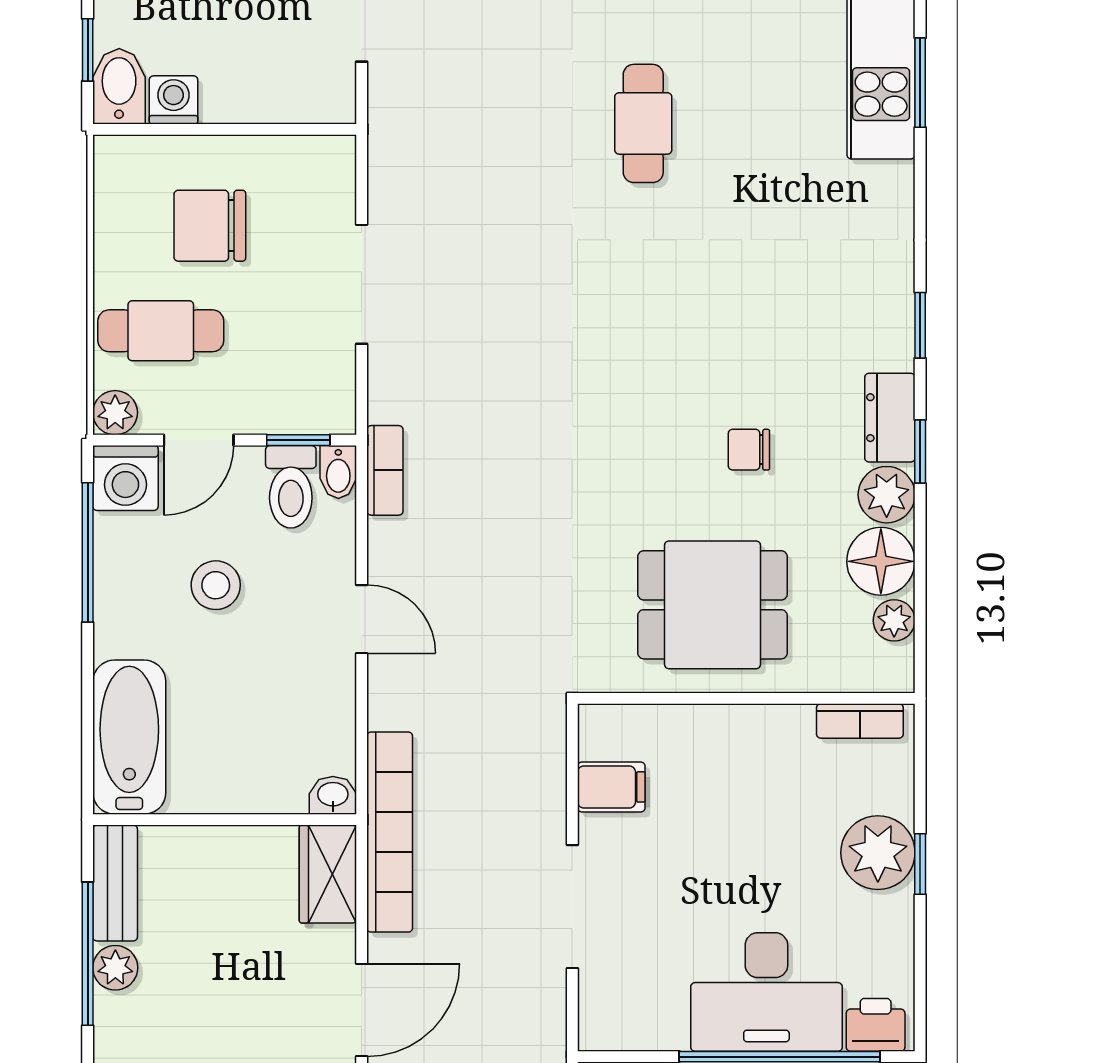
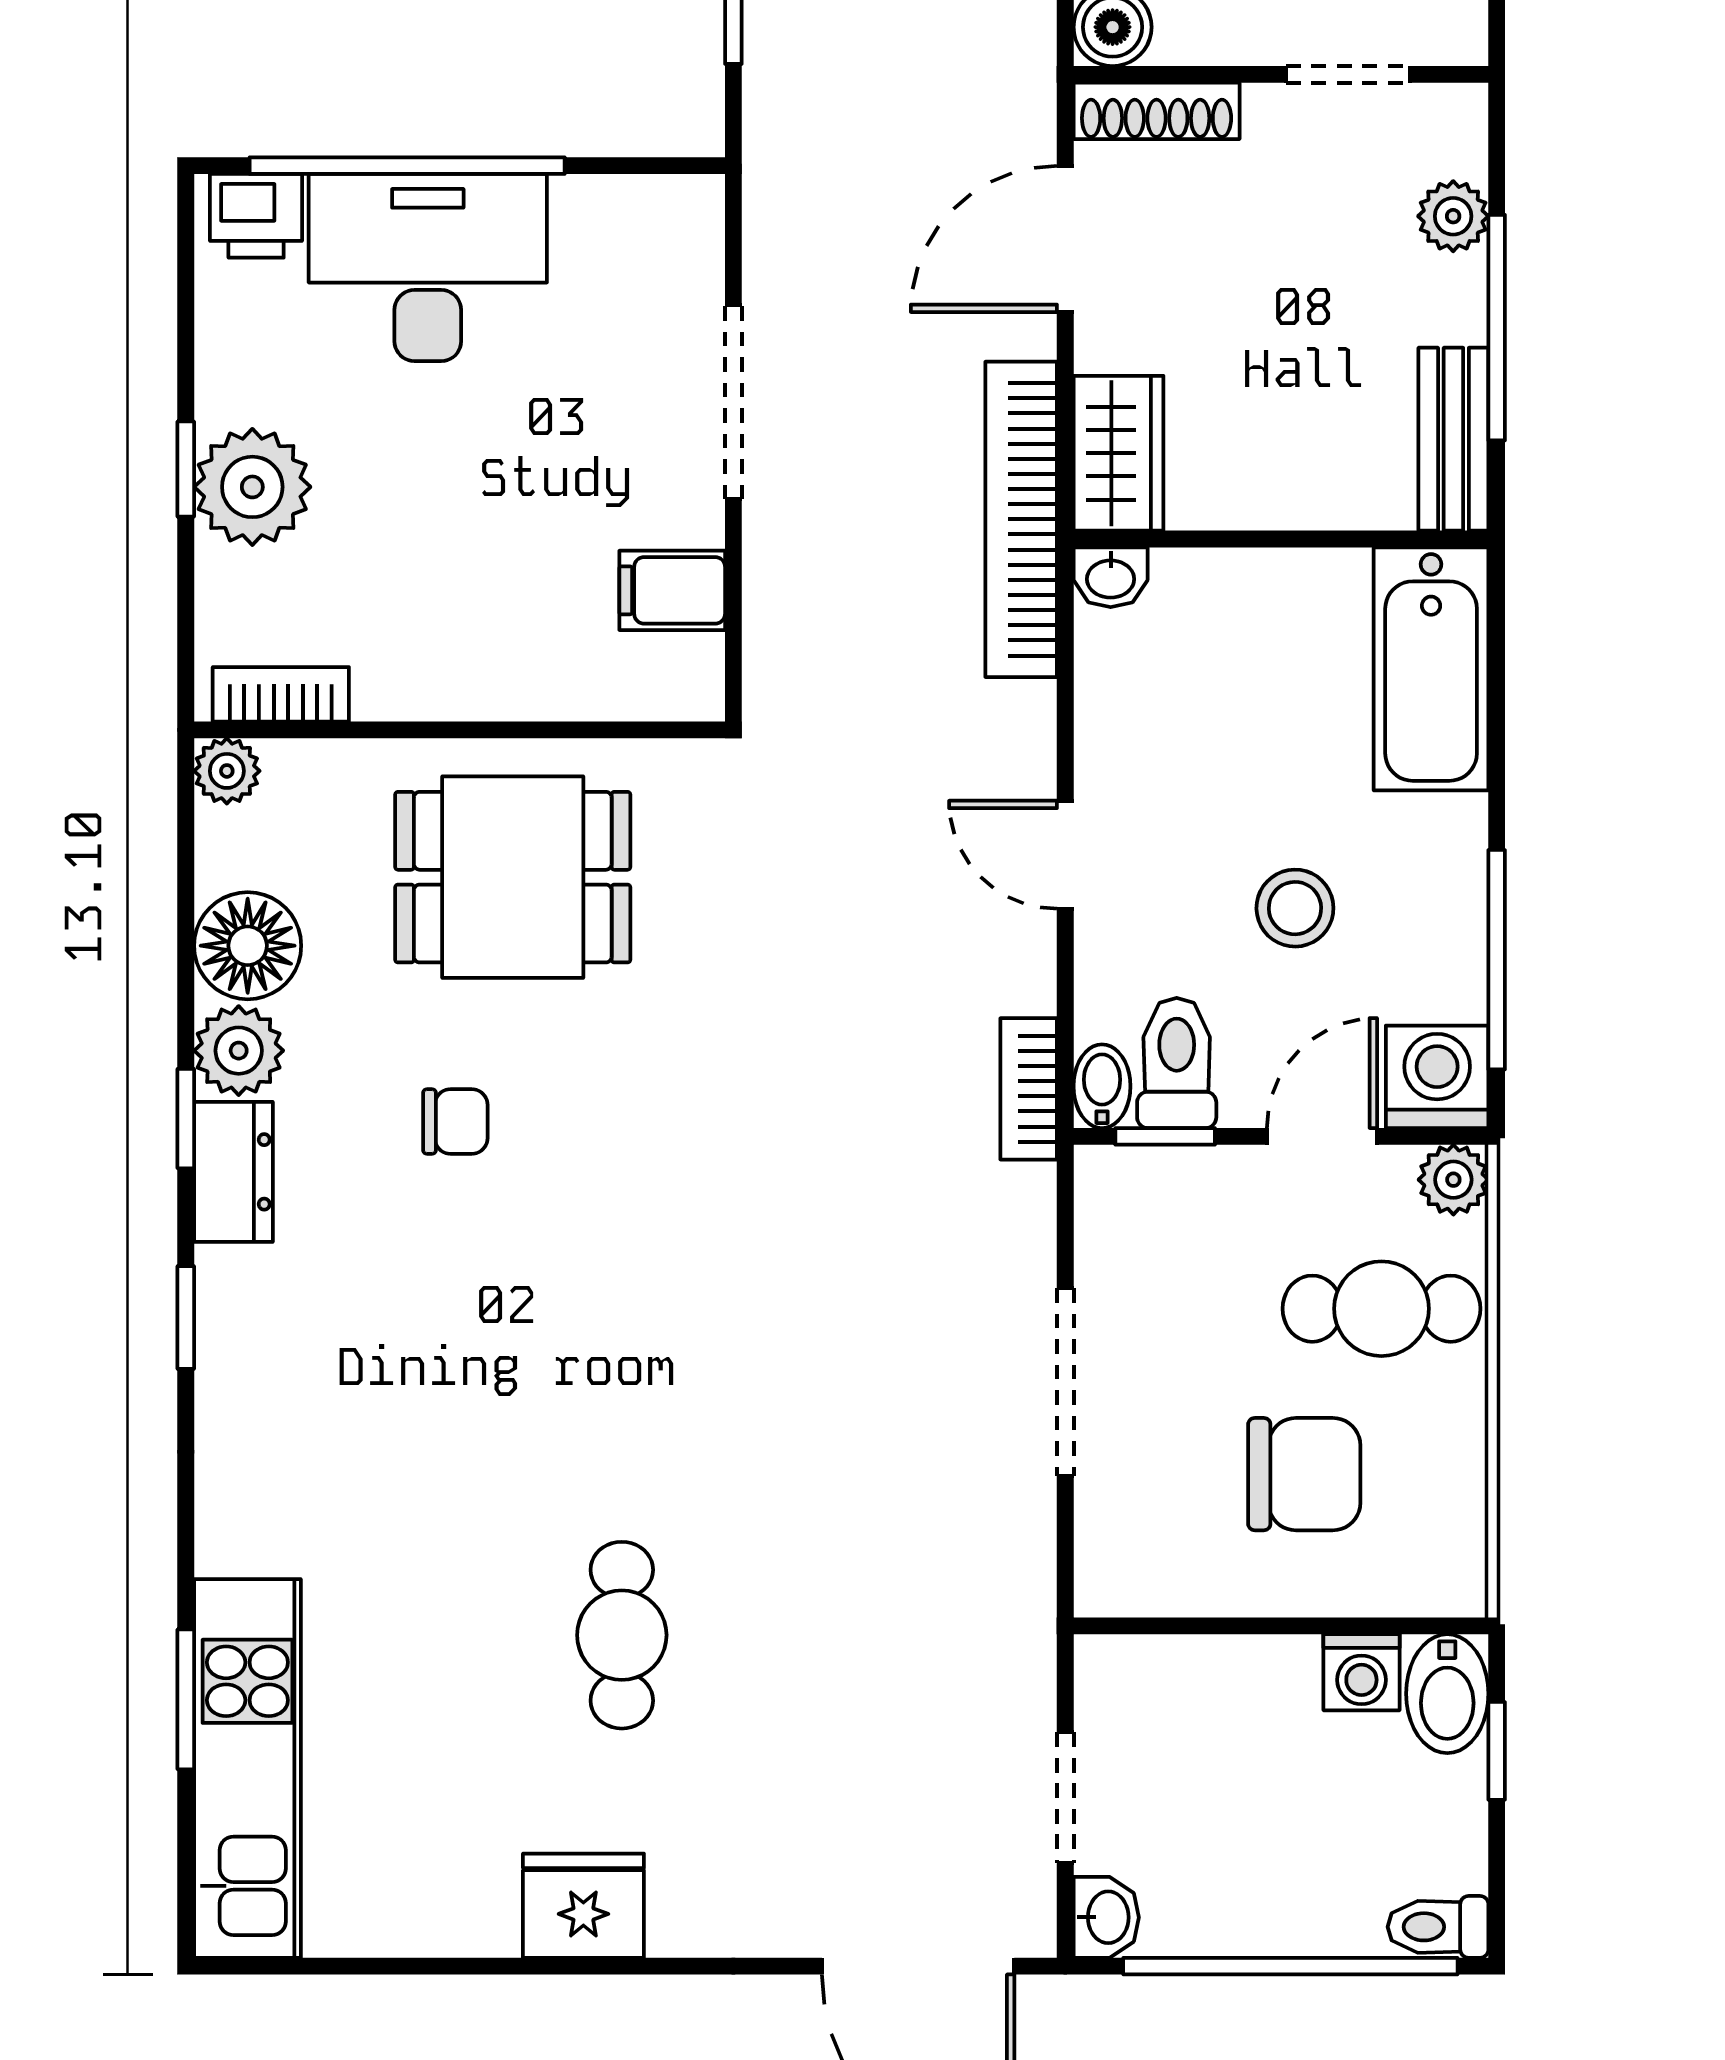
plant: (894, 620) -> (227, 771), moved
plant: (115, 968) -> (1453, 216), moved

